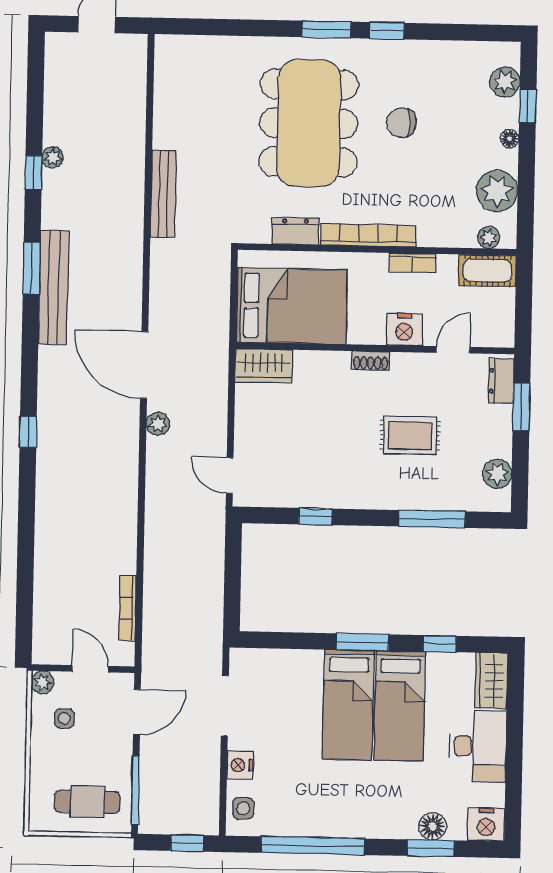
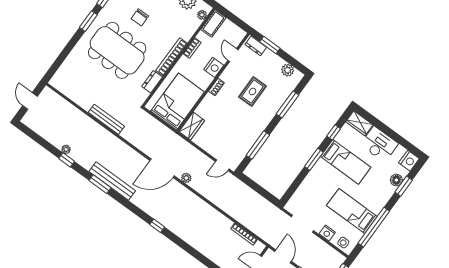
window: (315, 517) -> (258, 145), width x2.17
bed: (348, 705) -> (352, 211), moved, turned 180

